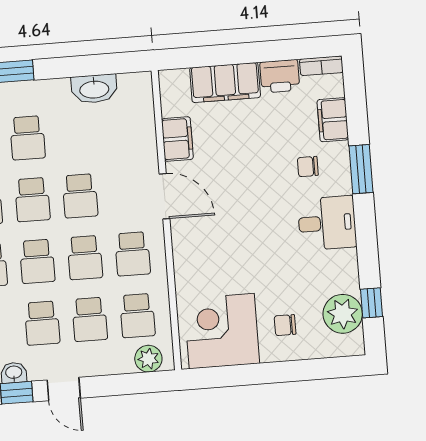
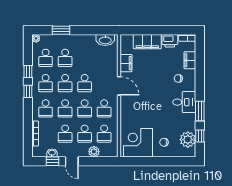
washbasin: (94, 89) -> (105, 40), moved
window: (361, 169) -> (200, 111), moved
plant: (148, 359) -> (94, 152), moved

